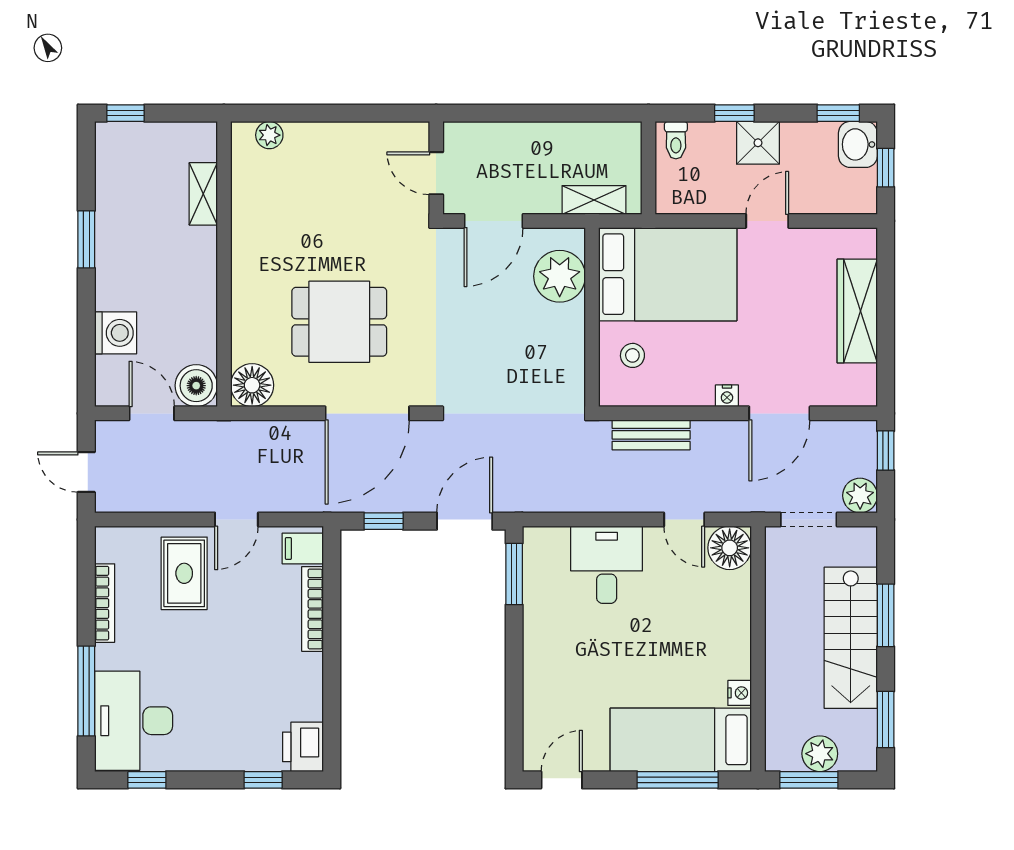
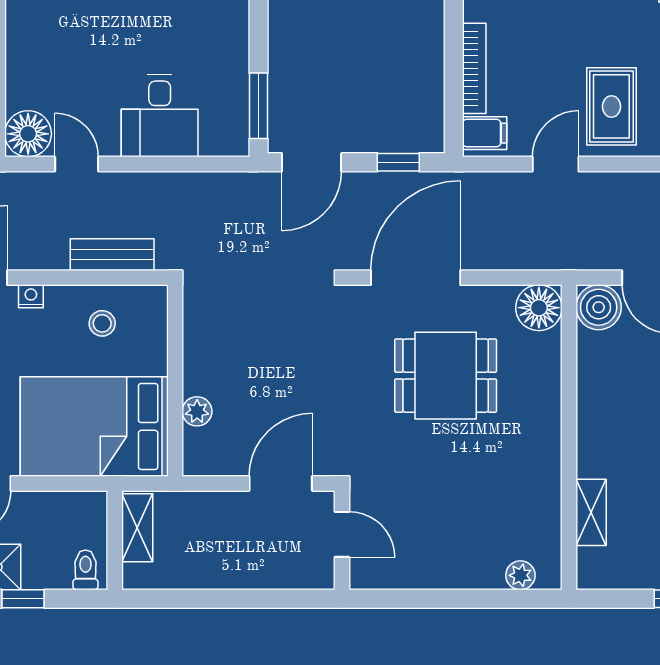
shelving: (594, 200) -> (137, 528), moved, turned 90
plant: (560, 276) -> (197, 411), width x0.53, depth x0.53
stool: (632, 355) -> (102, 323), moved

